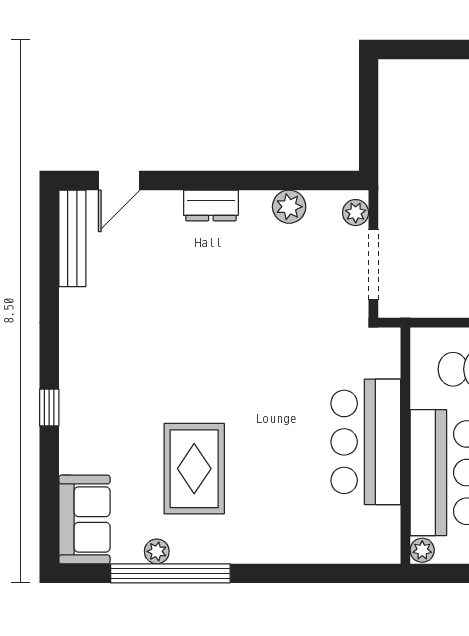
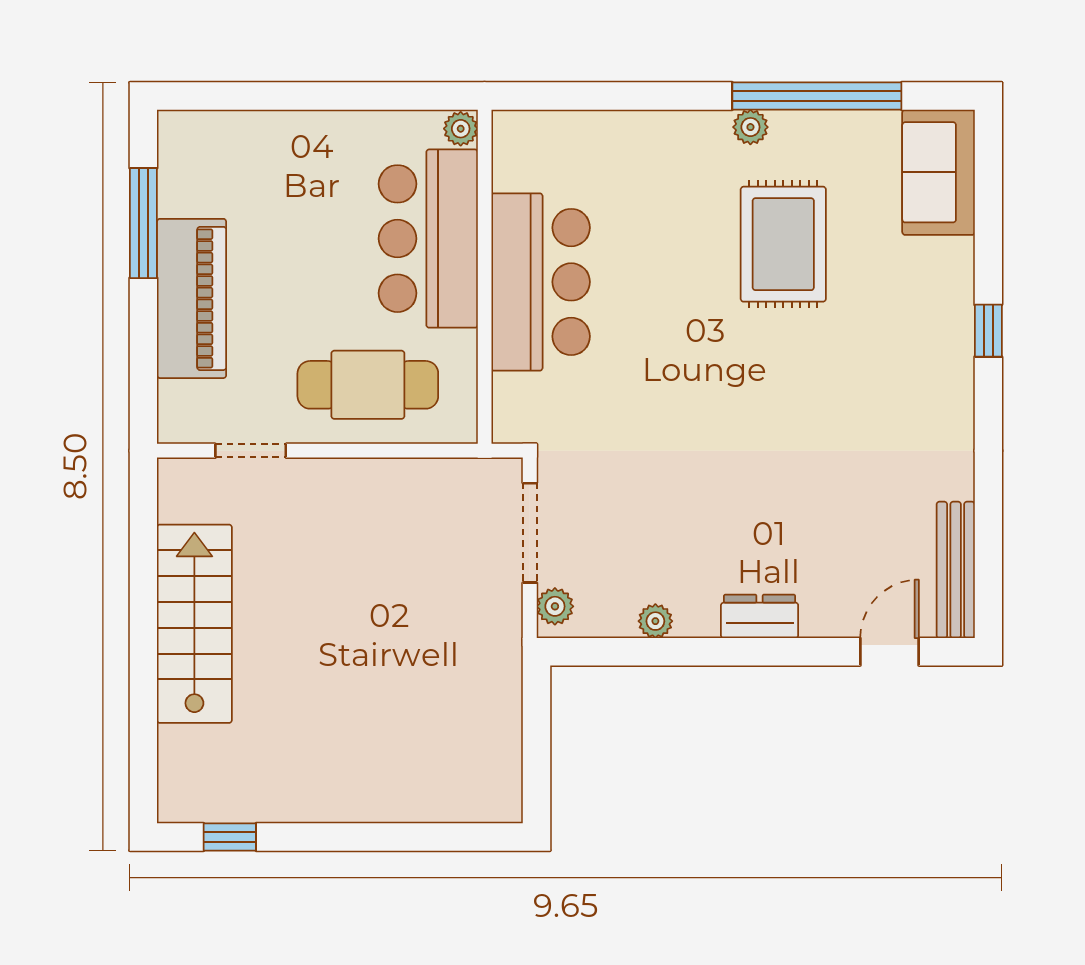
plant: (289, 207) -> (655, 621), width x0.73, depth x0.73
plant: (157, 551) -> (750, 127), moved

